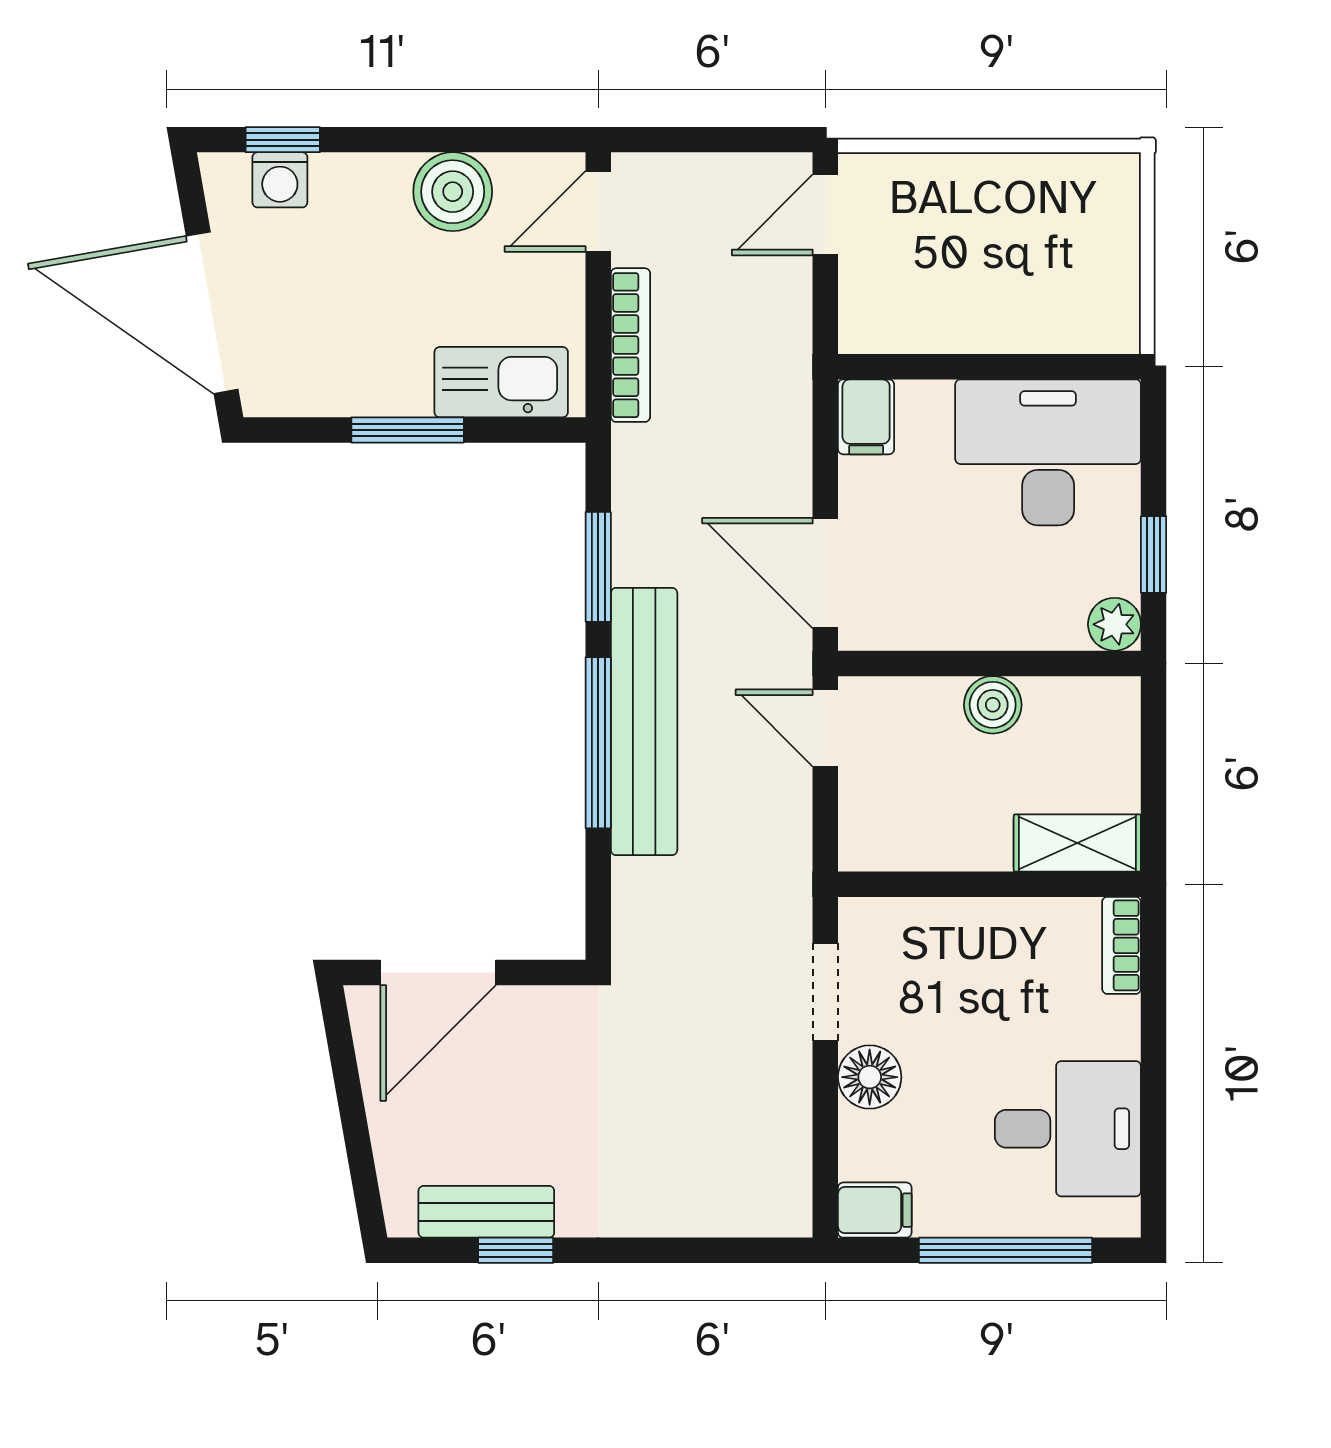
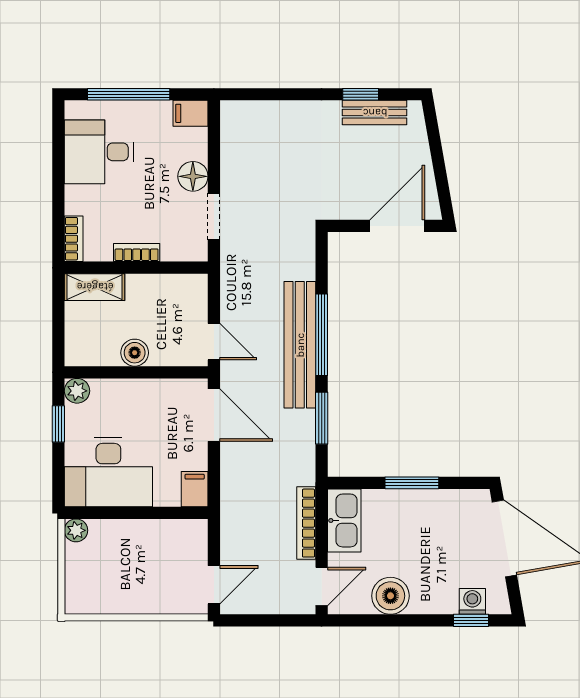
plant: (1116, 330) -> (76, 530), added
kitchen sink: (501, 382) -> (344, 520), moved, turned -90
bookcase: (989, 916) -> (137, 252), added

